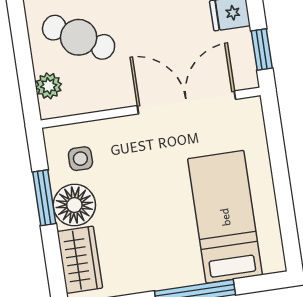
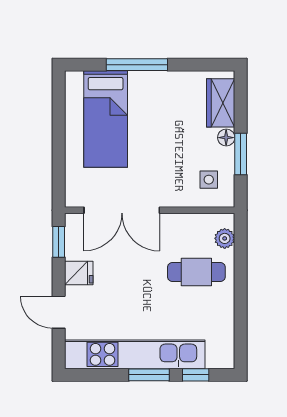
cafe table: (79, 37) -> (196, 272), turned -30
floor lamp: (74, 205) -> (226, 138), width x0.53, depth x0.53

